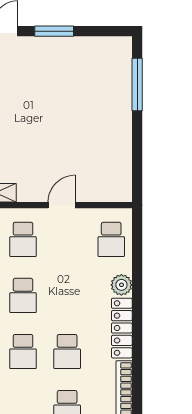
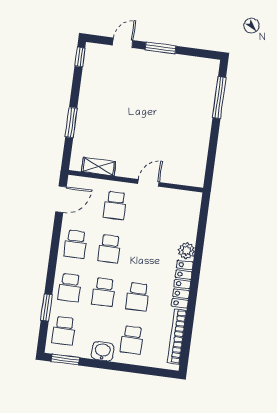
school desk: (111, 239) -> (183, 215), removed

